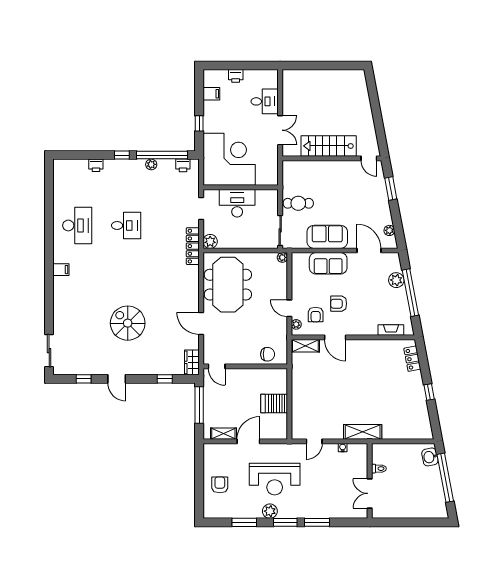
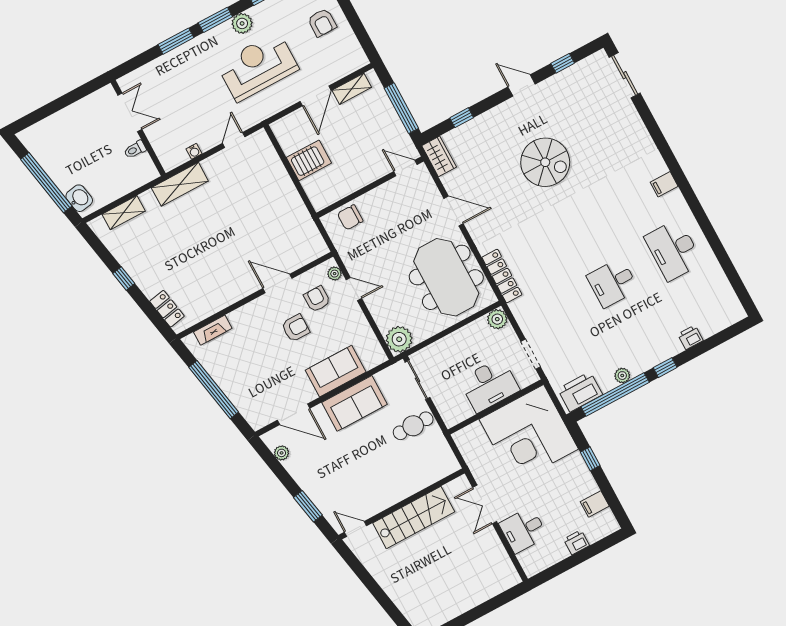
printer: (183, 165) -> (580, 392), width x1.87, depth x1.48
locker: (193, 246) -> (502, 276), moved
plant: (282, 257) -> (399, 339), width x1.88, depth x1.88
plant: (396, 280) -> (240, 396), removed
shelving: (305, 346) -> (124, 213), moved

